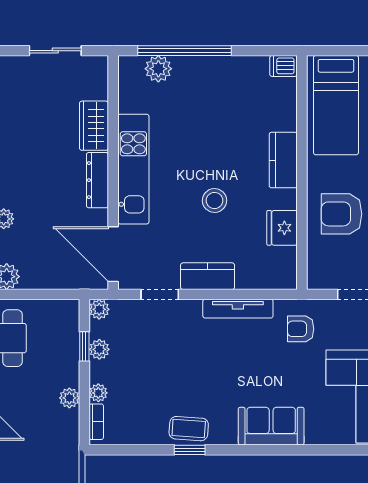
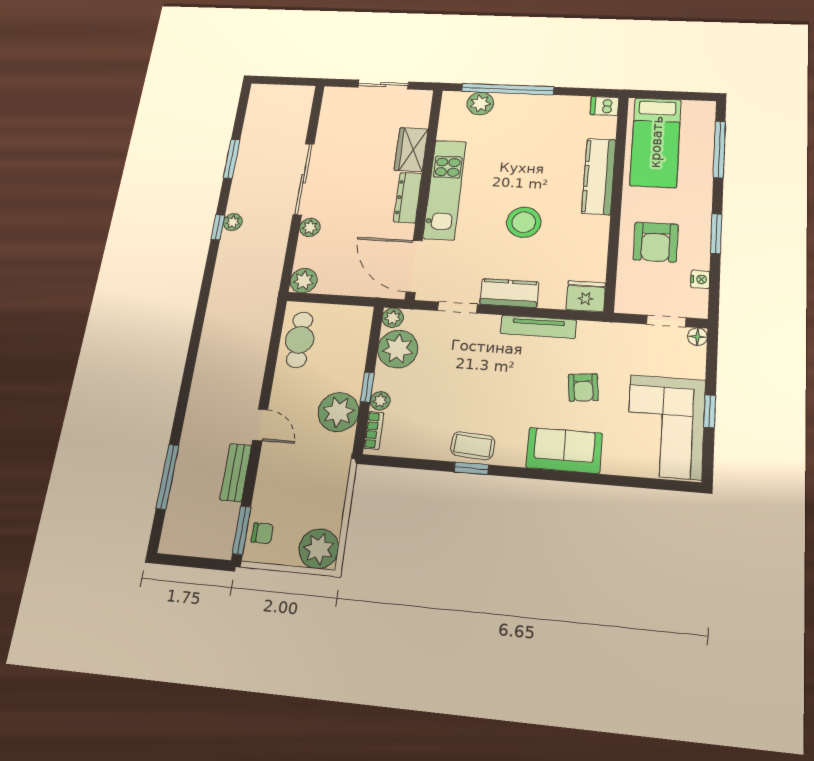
kitchen counter: (283, 160) -> (599, 176), width x1.50
stool: (214, 200) -> (524, 222), width x1.38, depth x1.38
armchair: (342, 214) -> (656, 242), turned -90
fridge: (282, 228) -> (586, 296), moved, turned 90
armchair: (301, 329) -> (583, 387), moved, turned -96
window: (84, 346) -> (367, 387), moved
plant: (99, 349) -> (398, 349), width x1.88, depth x1.88
plant: (69, 398) -> (338, 412), width x1.87, depth x1.87

